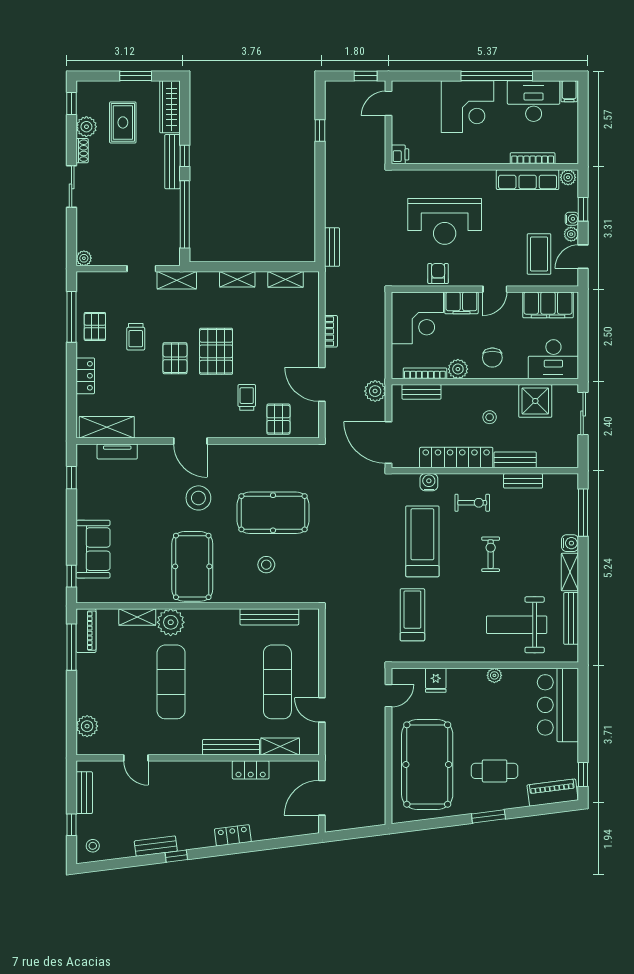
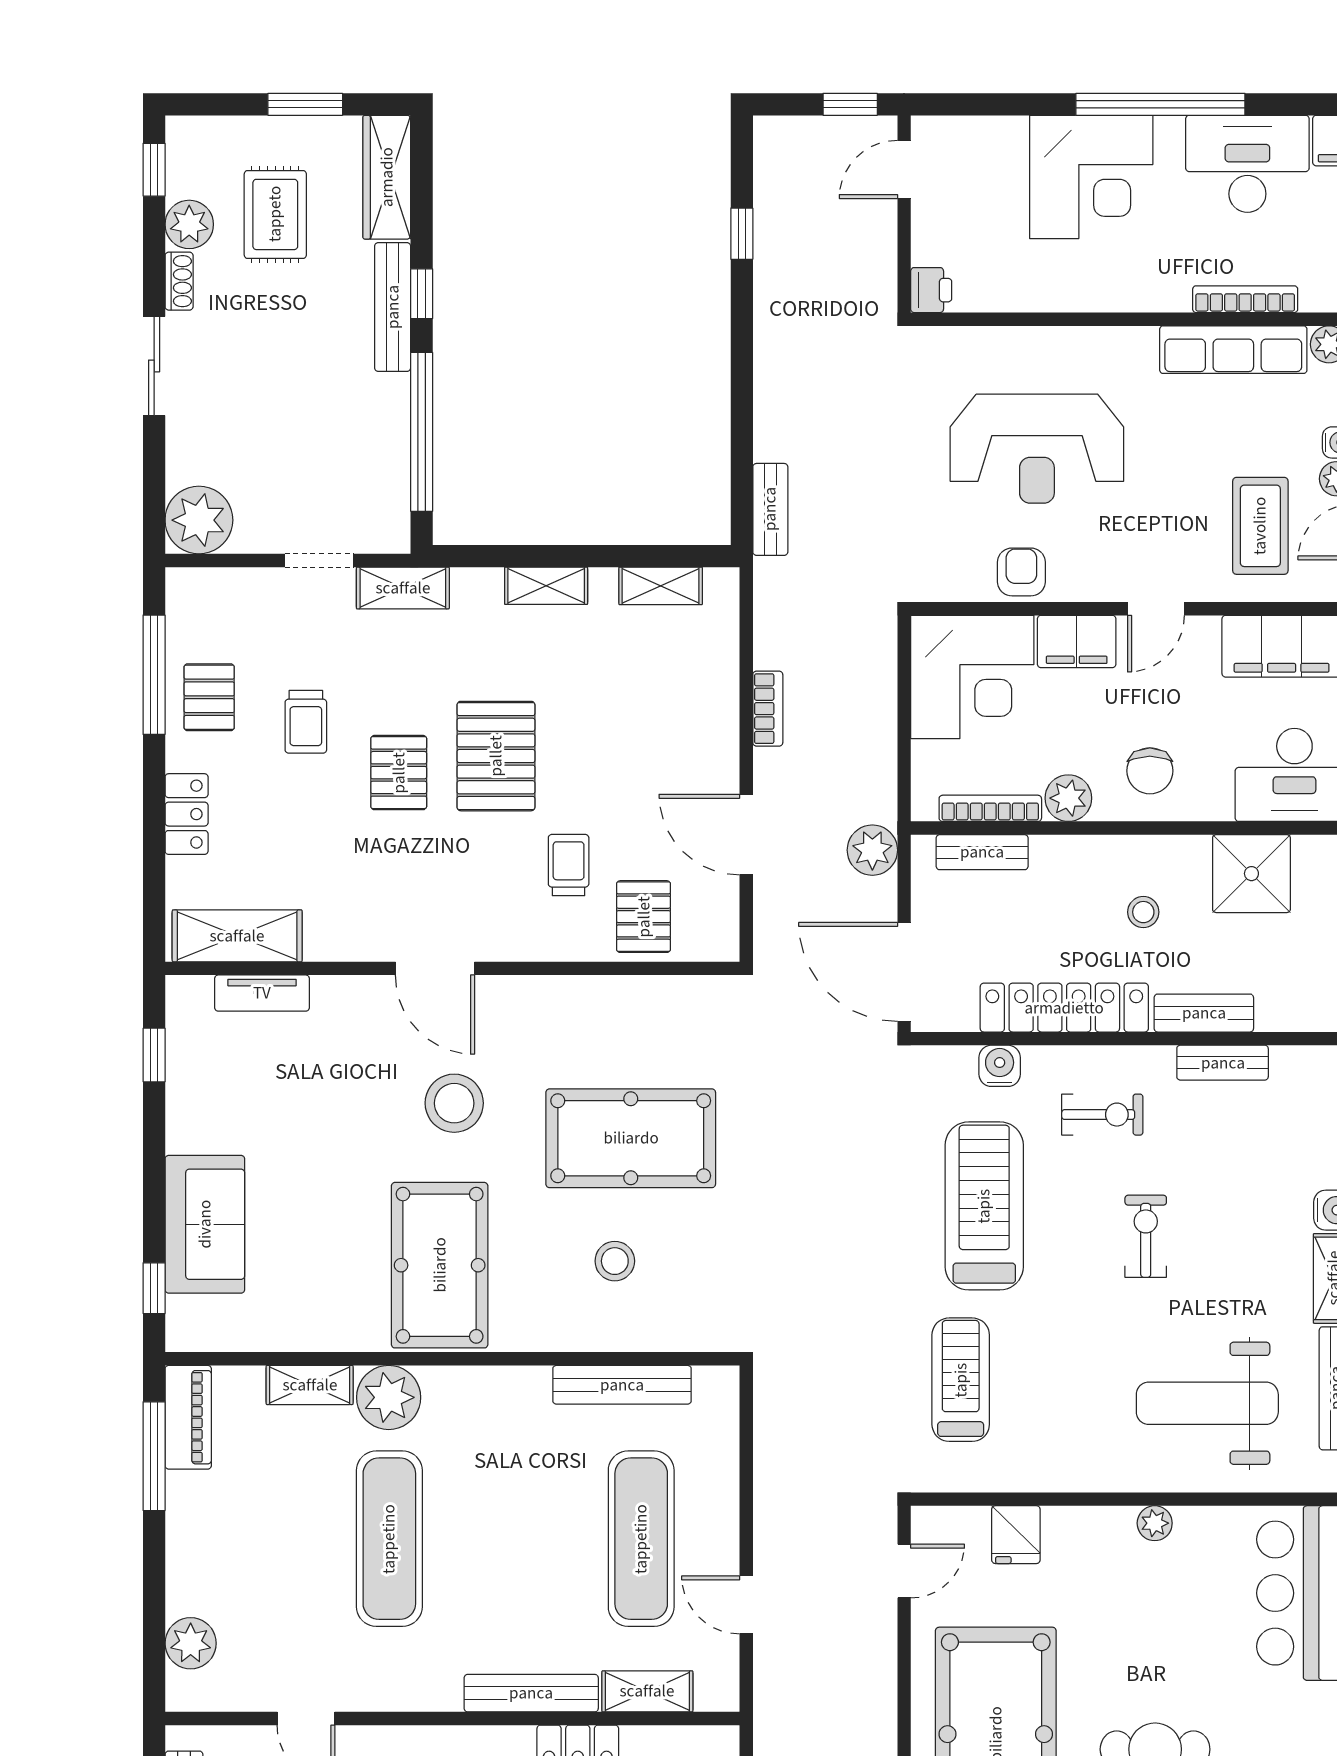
plant: (84, 258) -> (199, 520), width x1.88, depth x1.88

